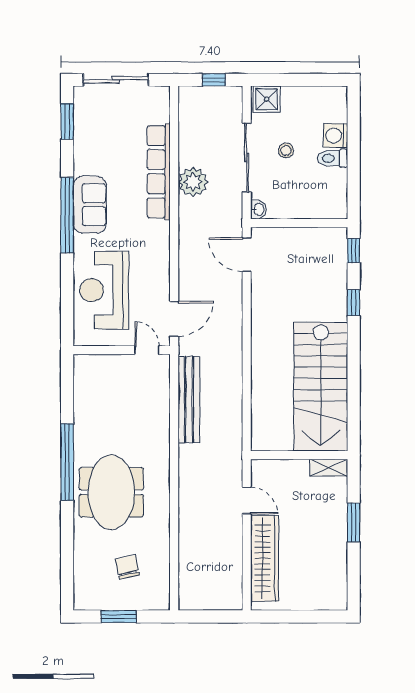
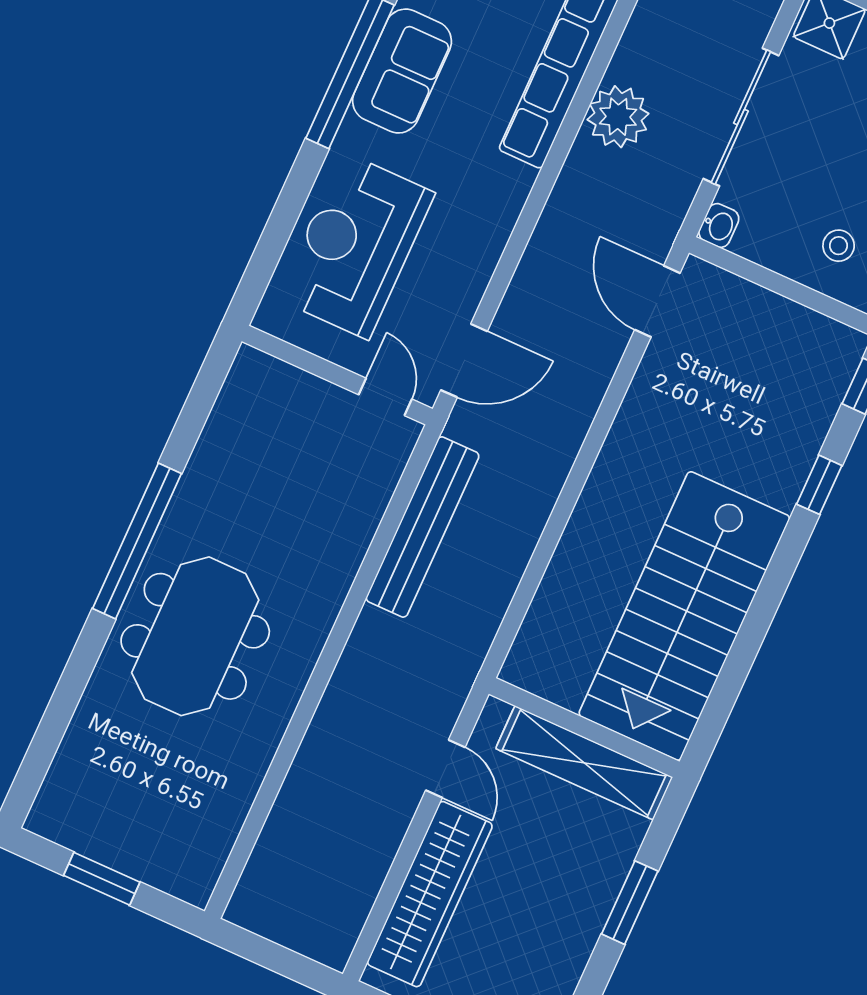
stool: (286, 150) -> (839, 246), moved
shelving: (329, 468) -> (584, 763), width x2.20, depth x1.33
chair: (127, 567) -> (161, 792), removed

